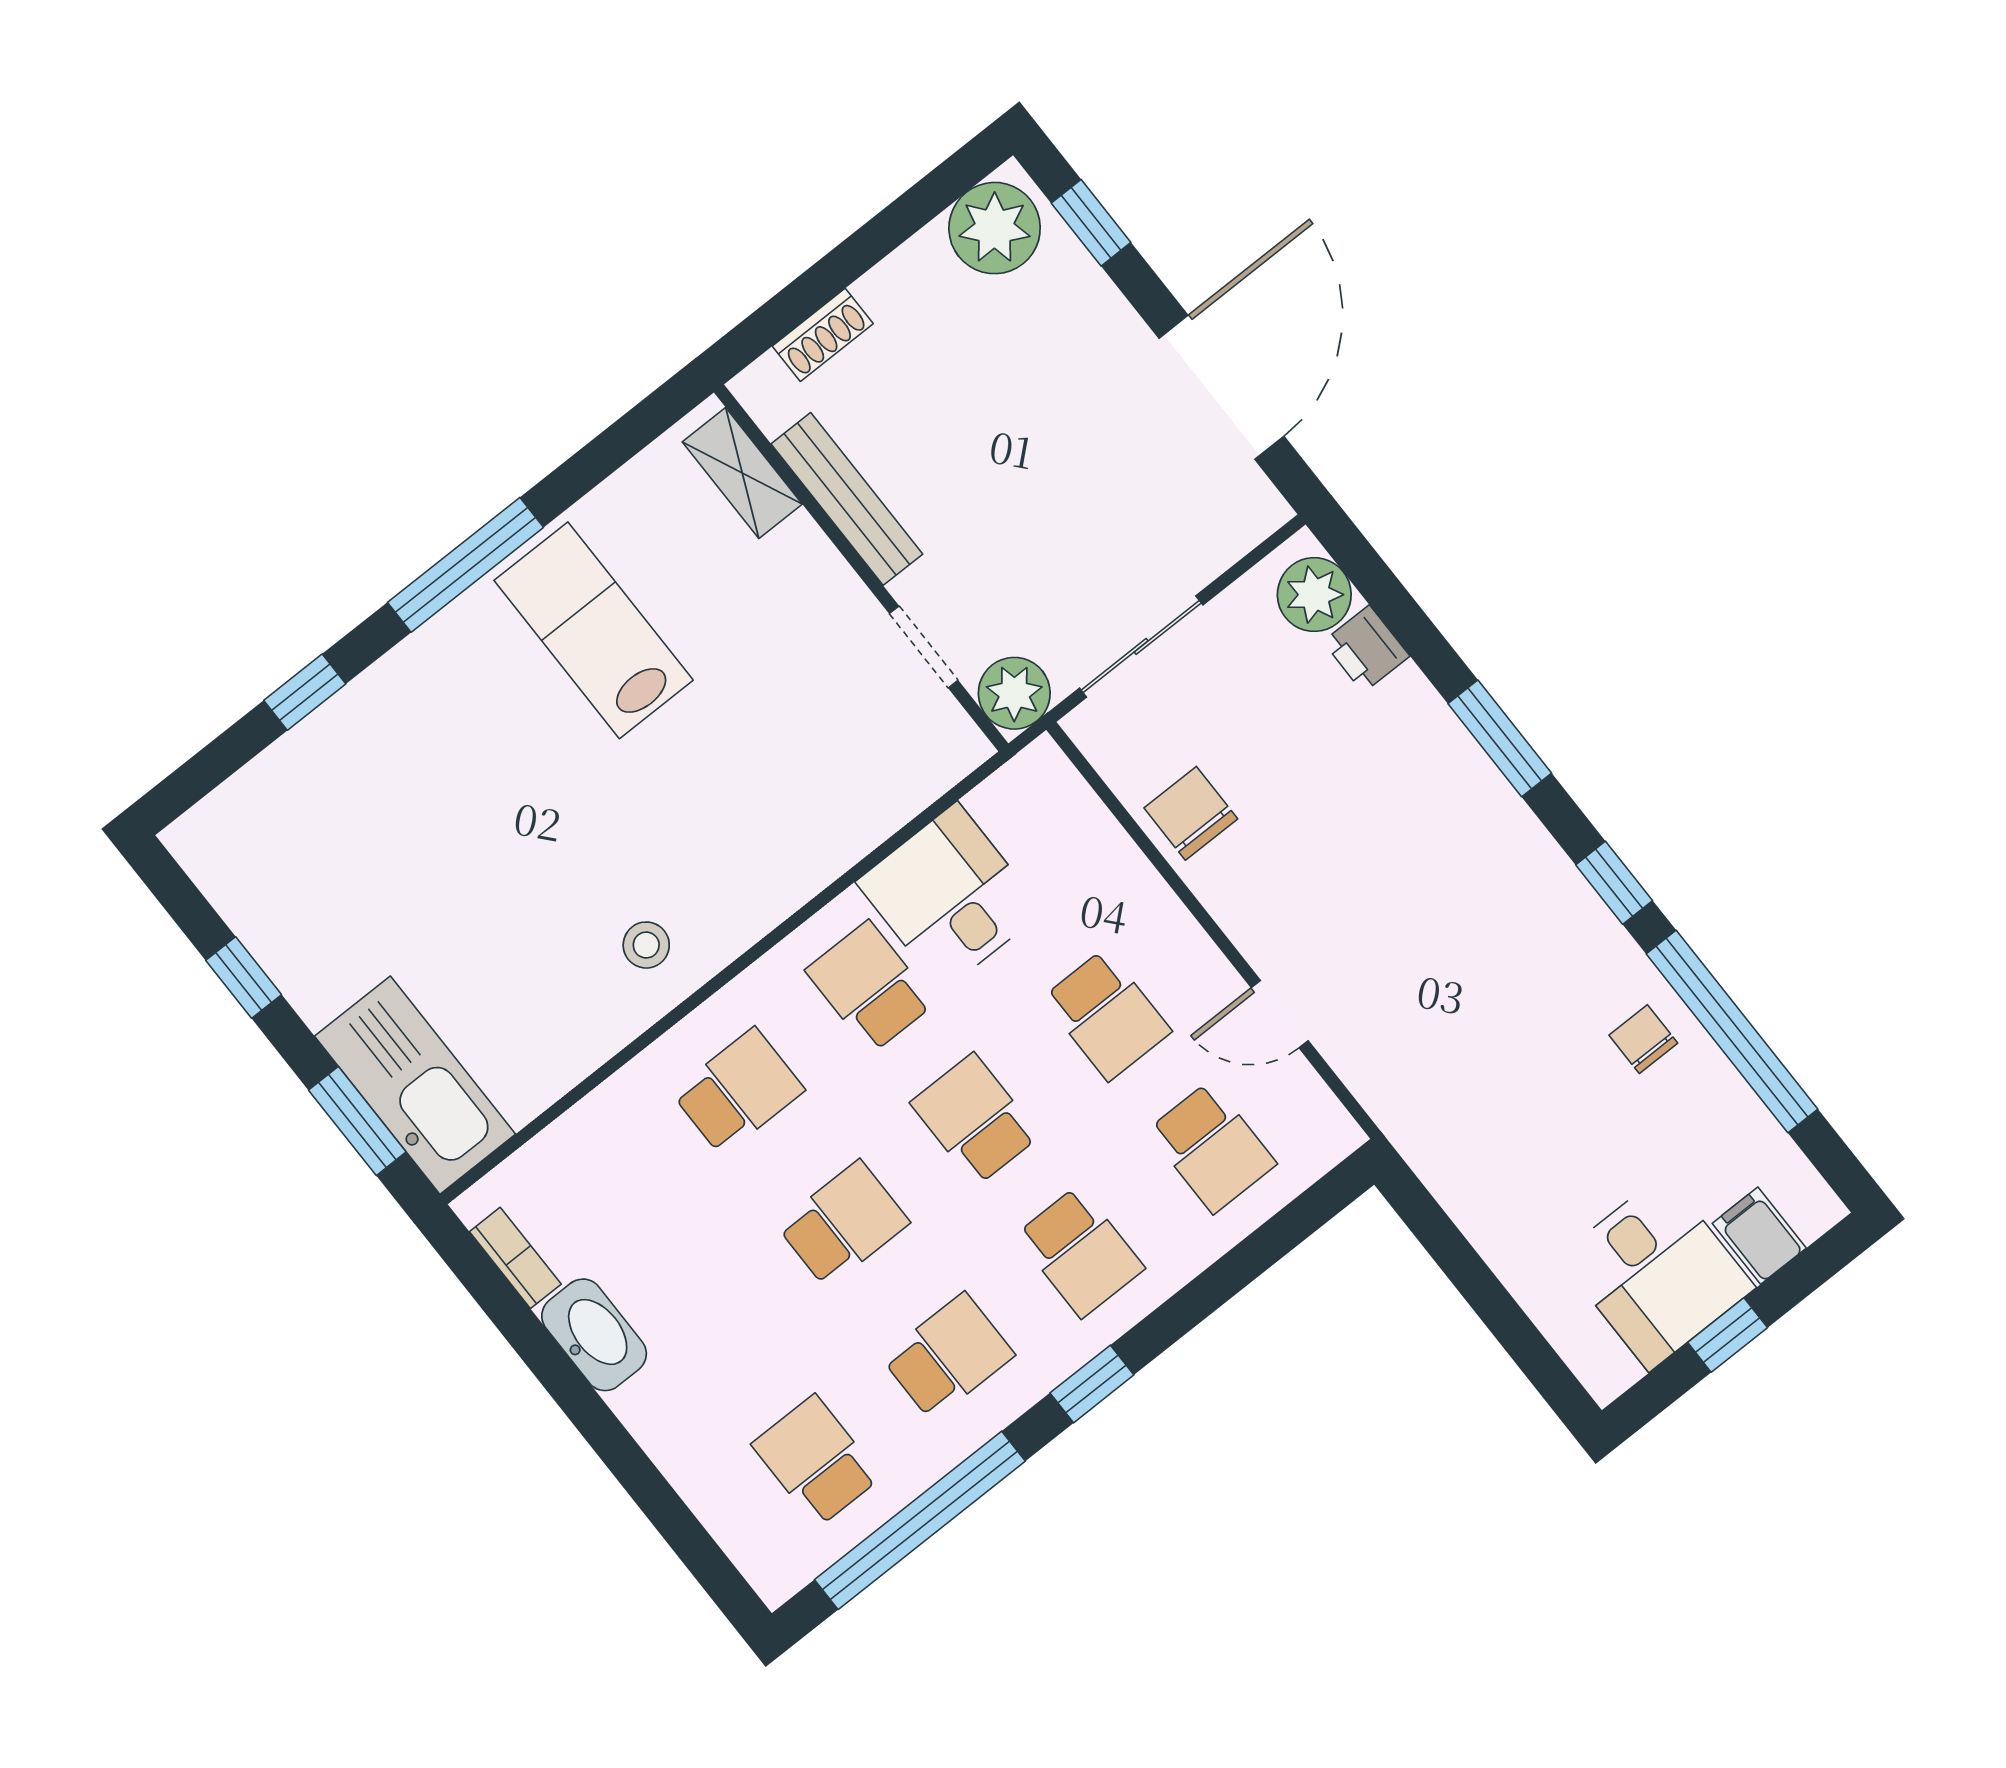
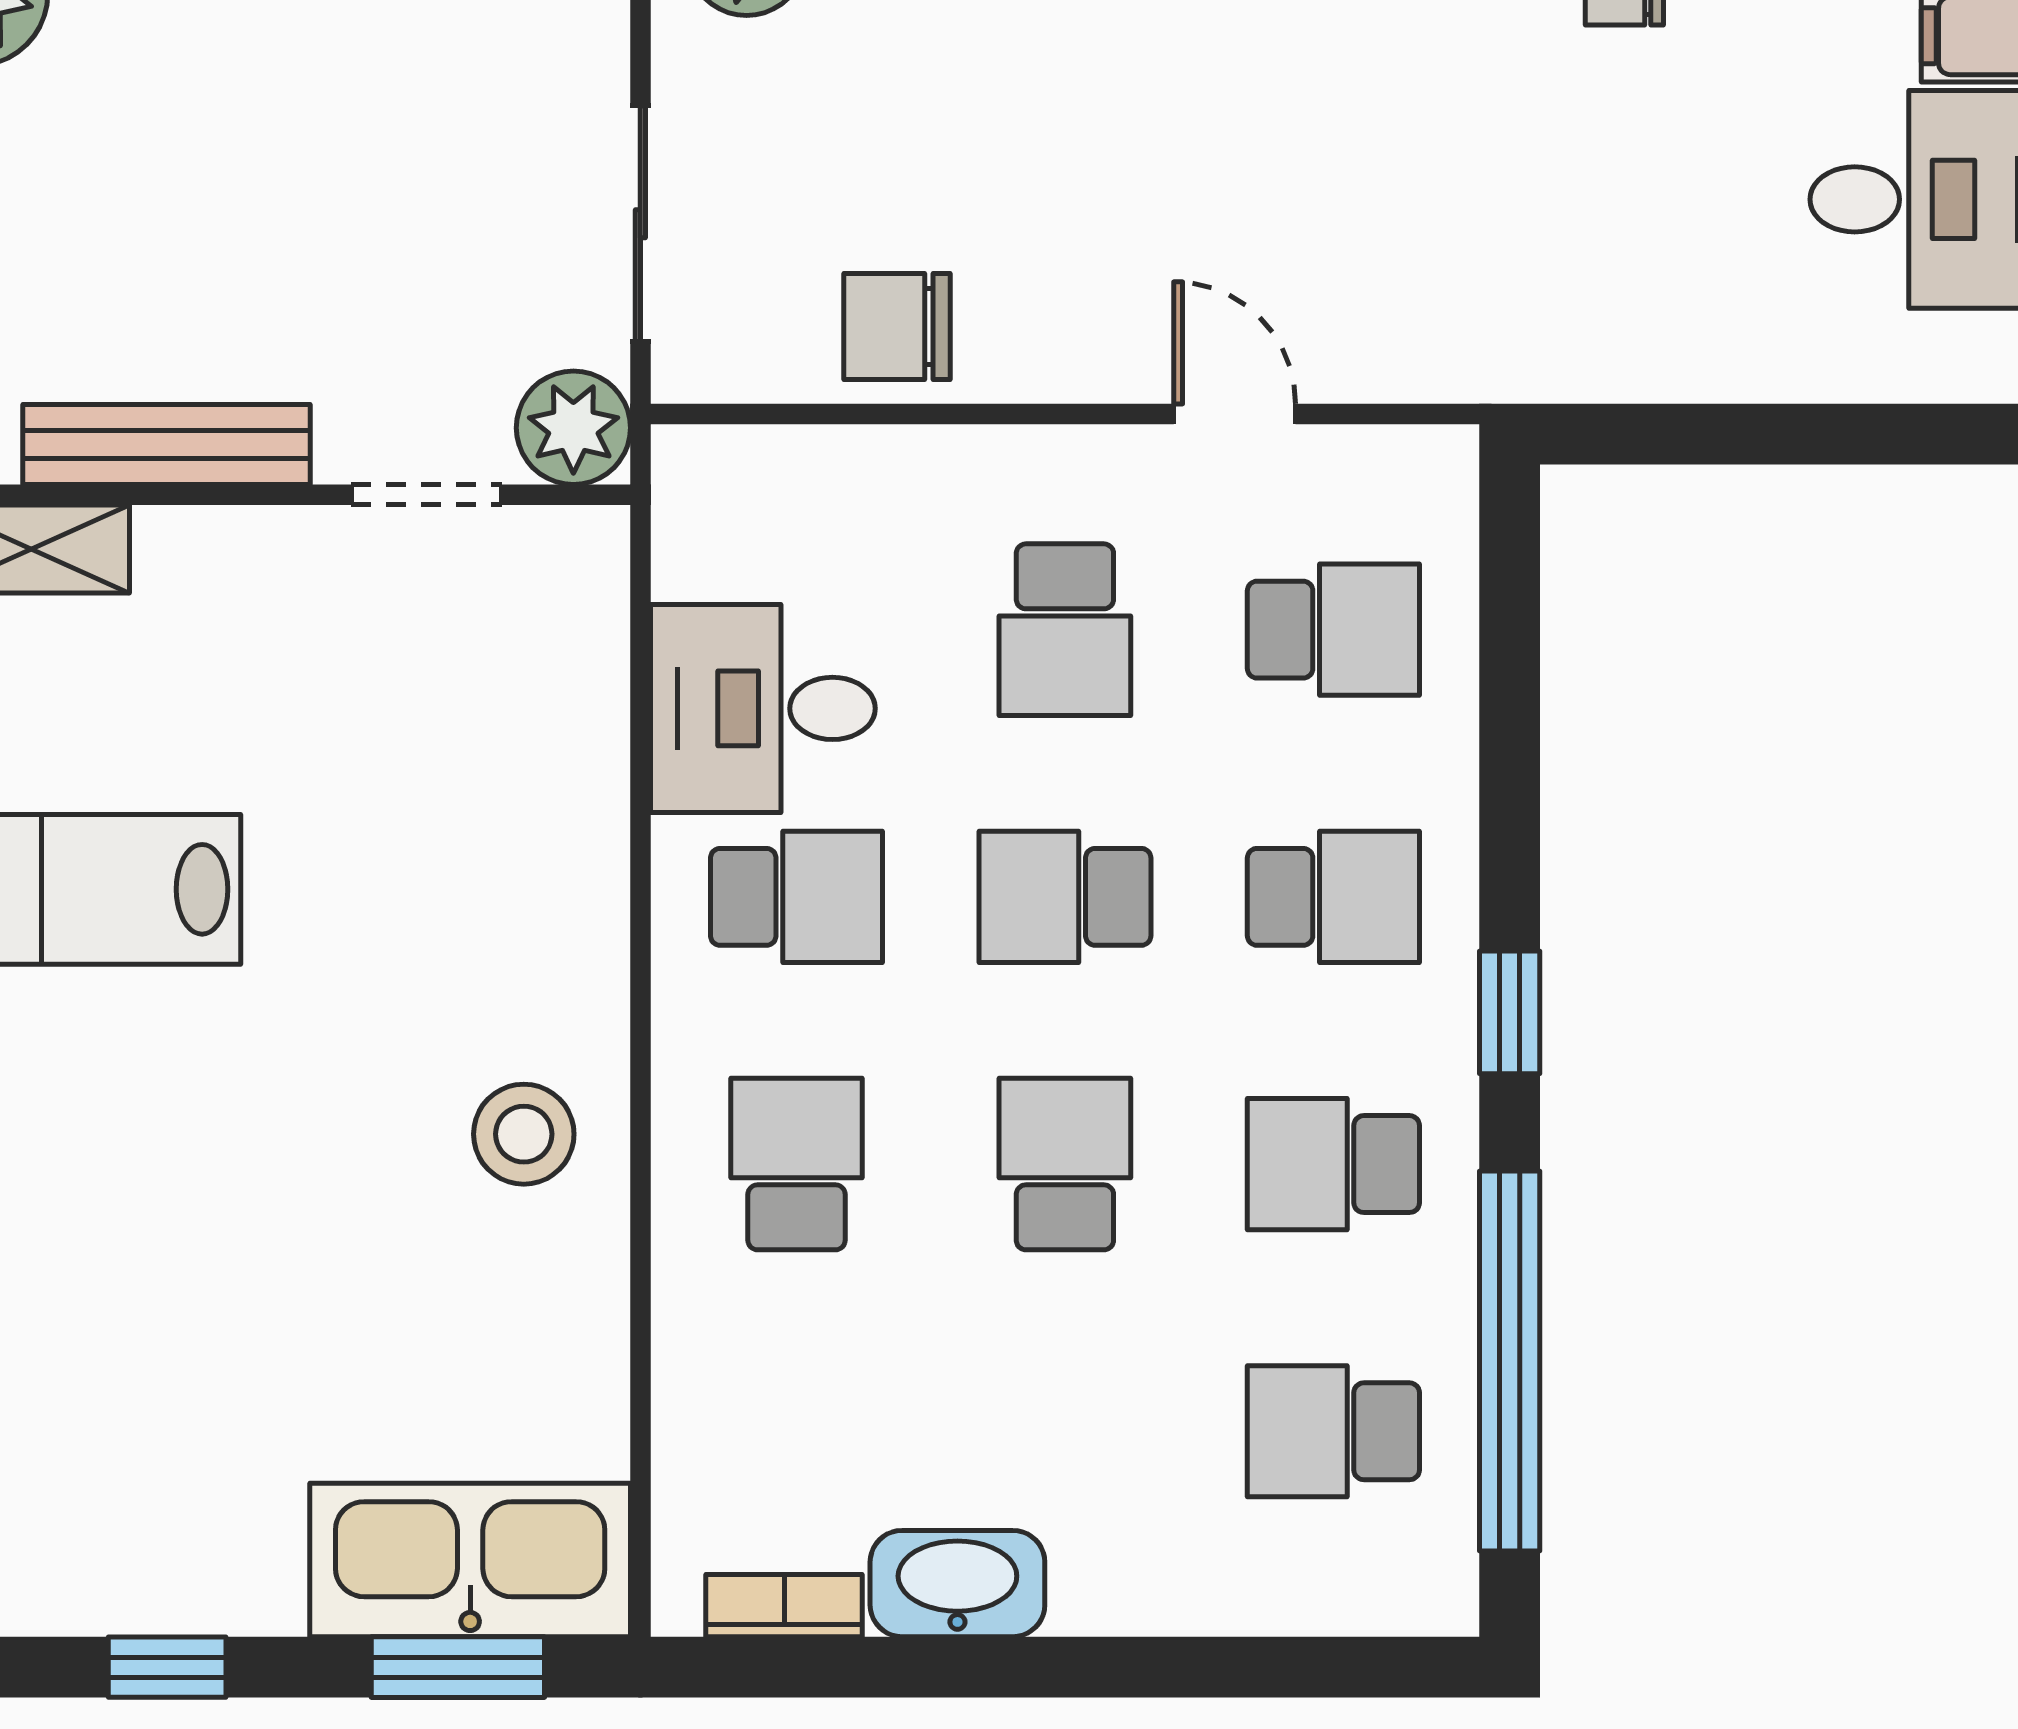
stool: (646, 945) -> (524, 1134), width x1.37, depth x1.37
school desk: (870, 987) -> (797, 897), turned 180
door: (1280, 1014) -> (1235, 414), swing flipped
school desk: (1107, 1015) -> (1065, 630), turned 90
school desk: (948, 1356) -> (1333, 1164), turned -90

